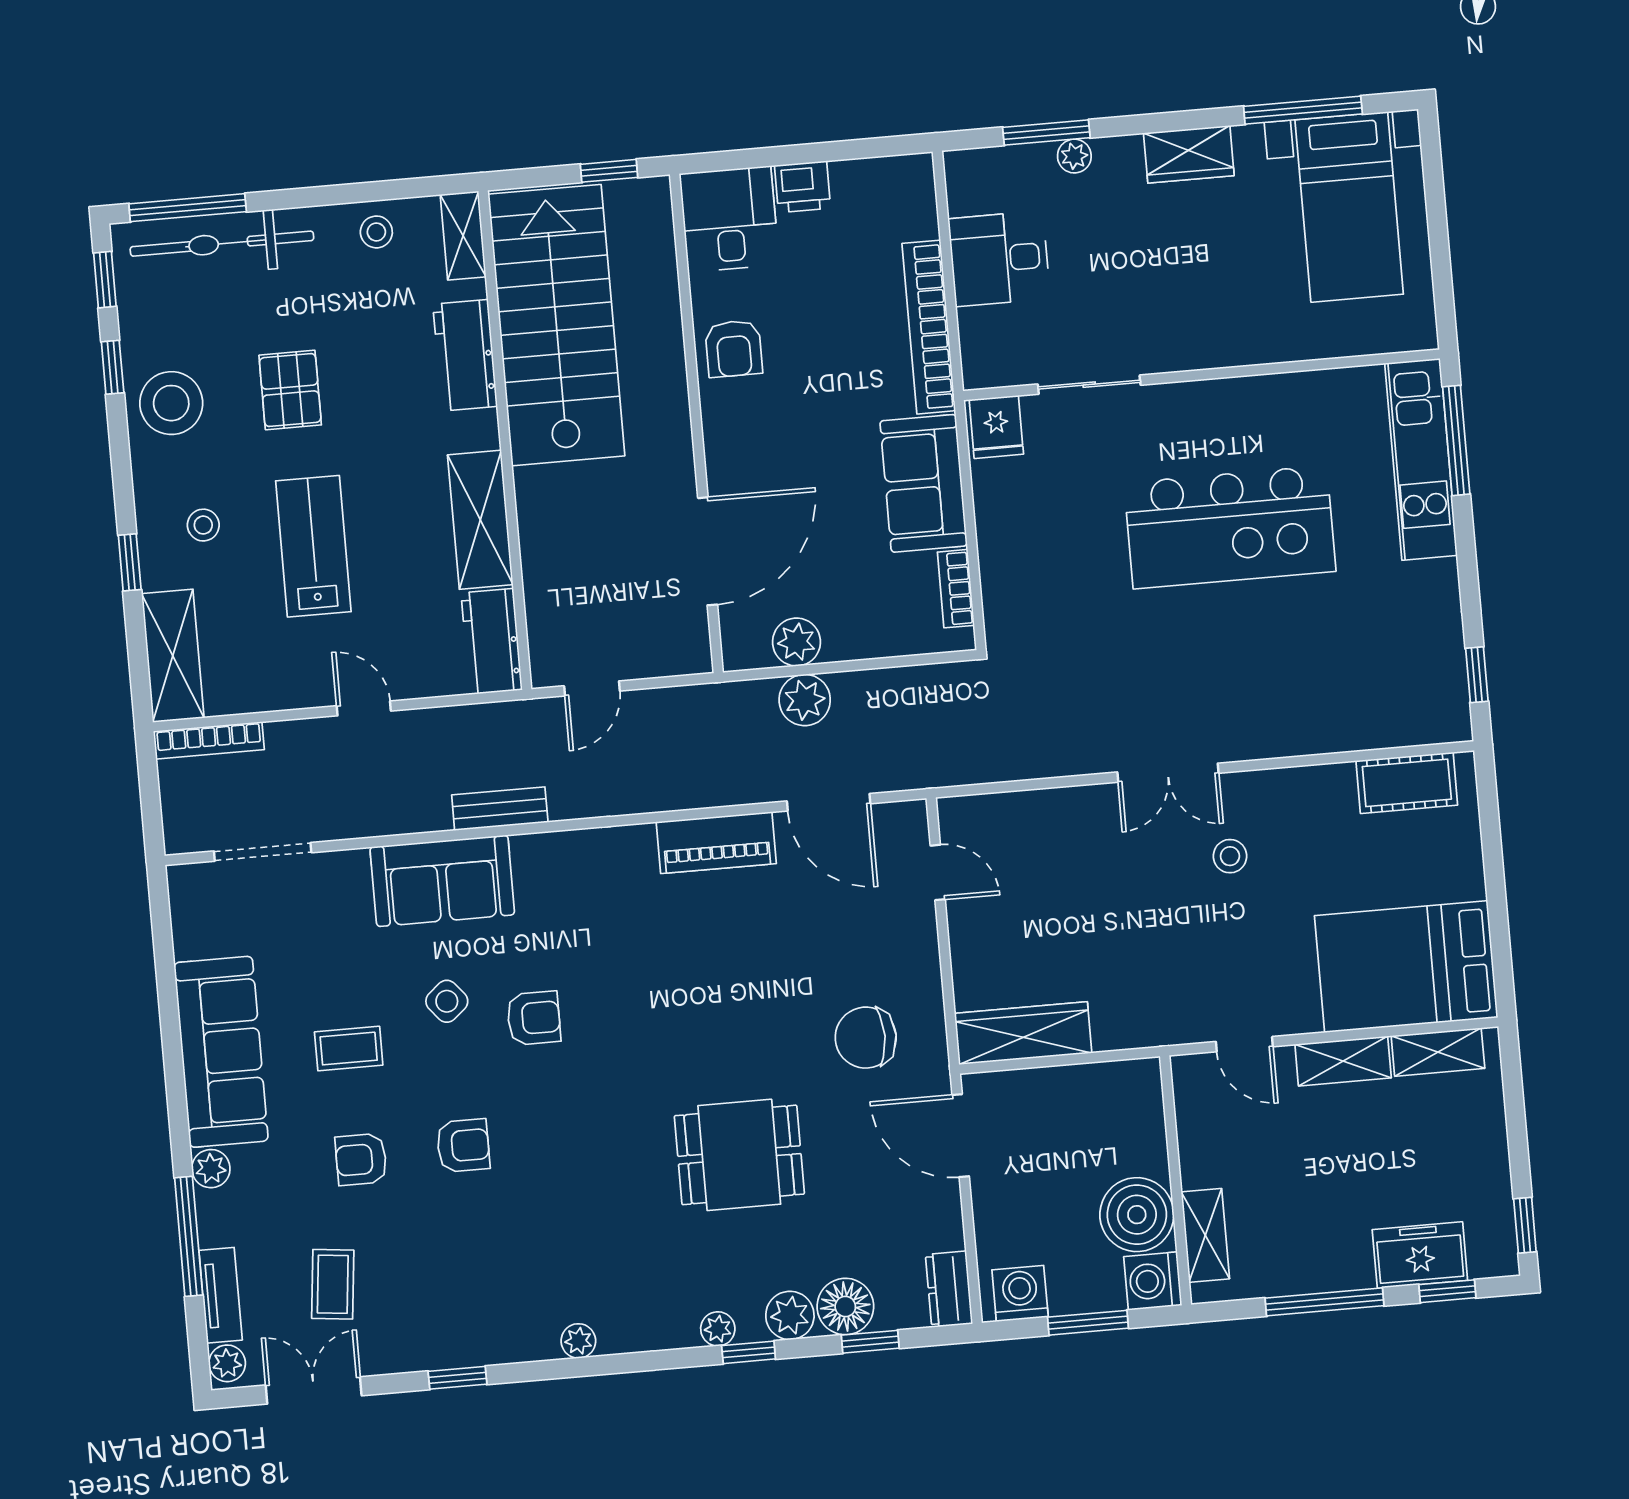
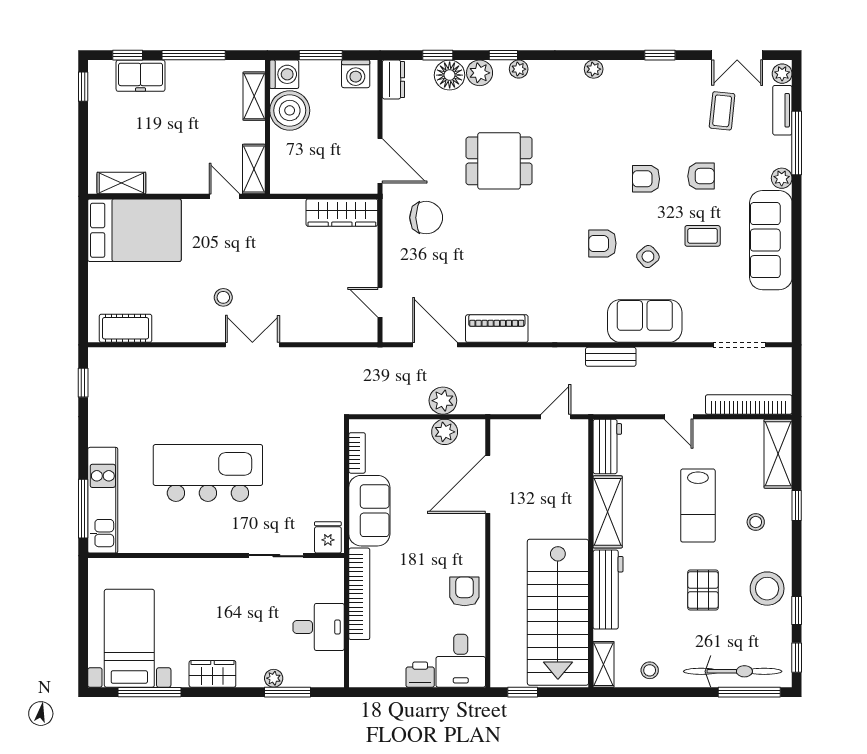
workbench: (465, 355) -> (608, 590), width x1.37
bookcase: (209, 740) -> (749, 404), width x1.48, depth x1.31
shelving: (1343, 1061) -> (254, 169), moved, turned 90

